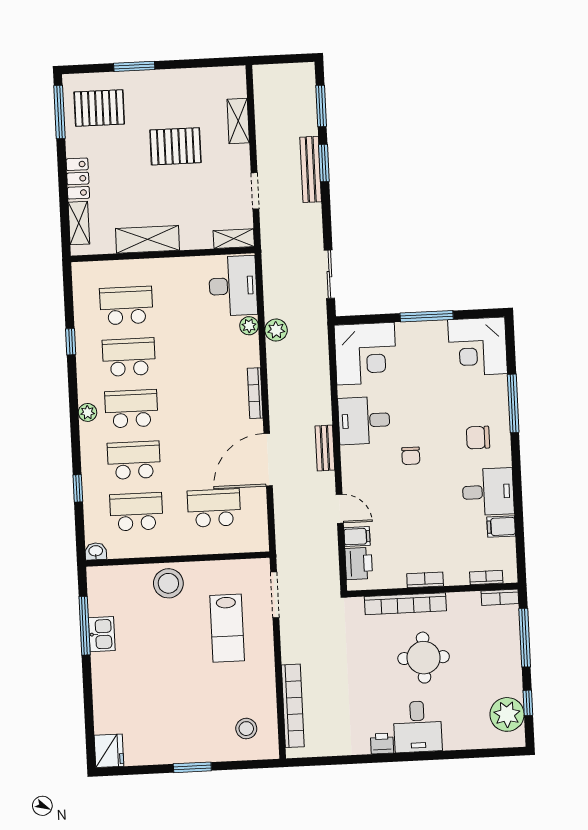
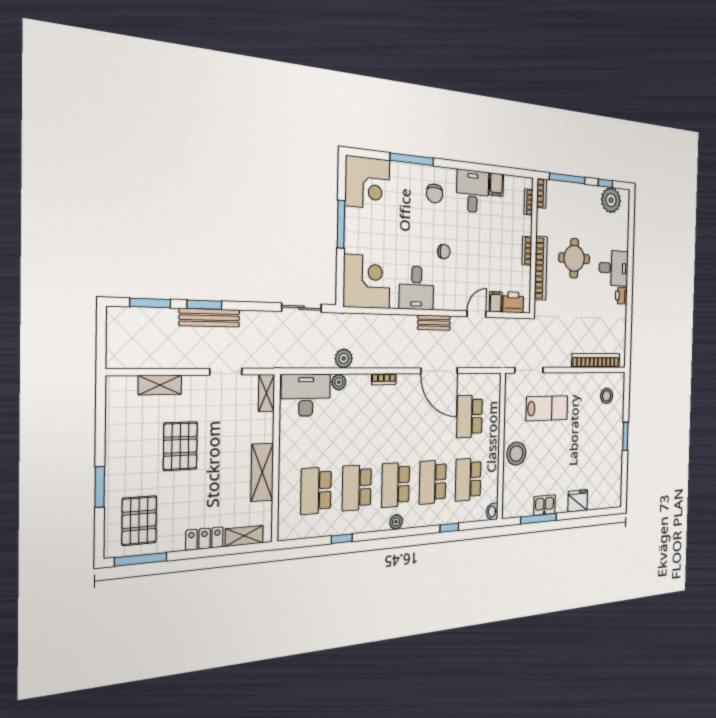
bookcase: (255, 393) -> (384, 379), width x0.64
fridge: (109, 751) -> (578, 501), moved

